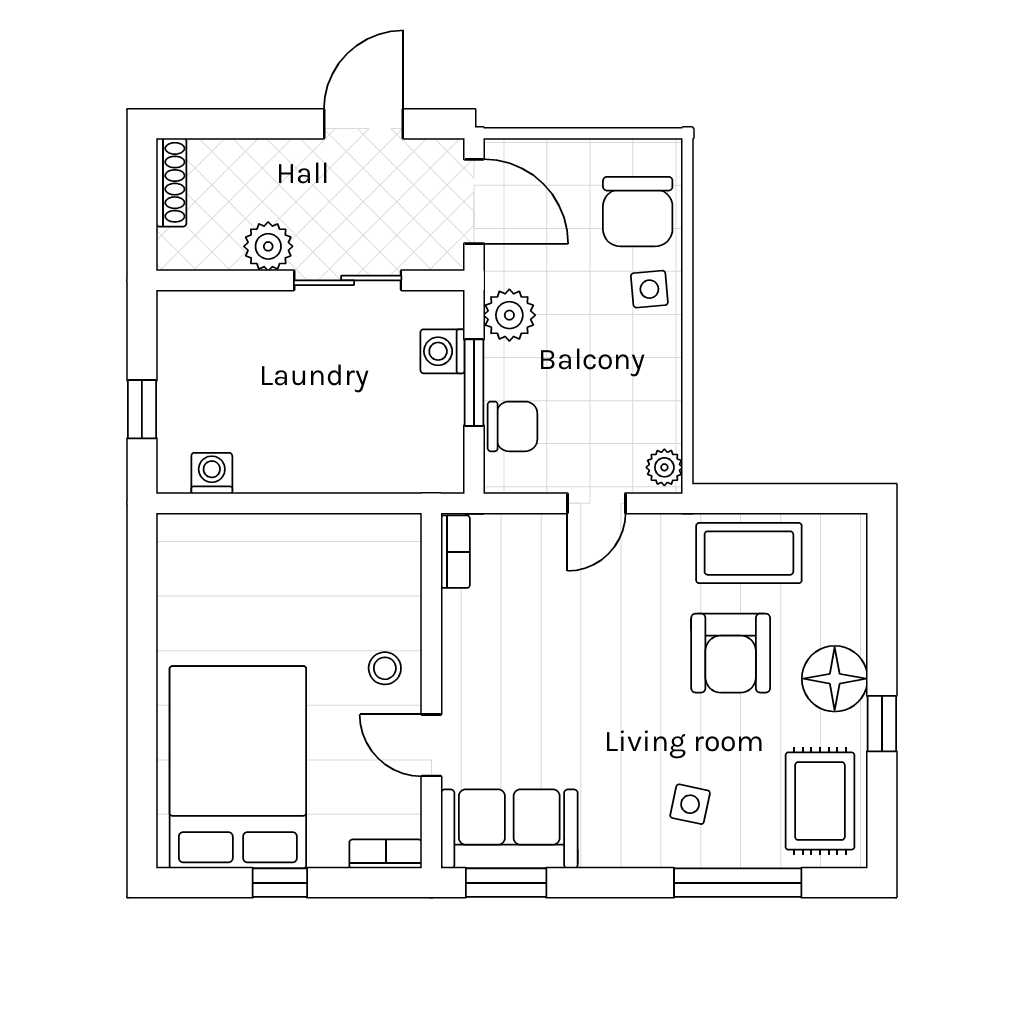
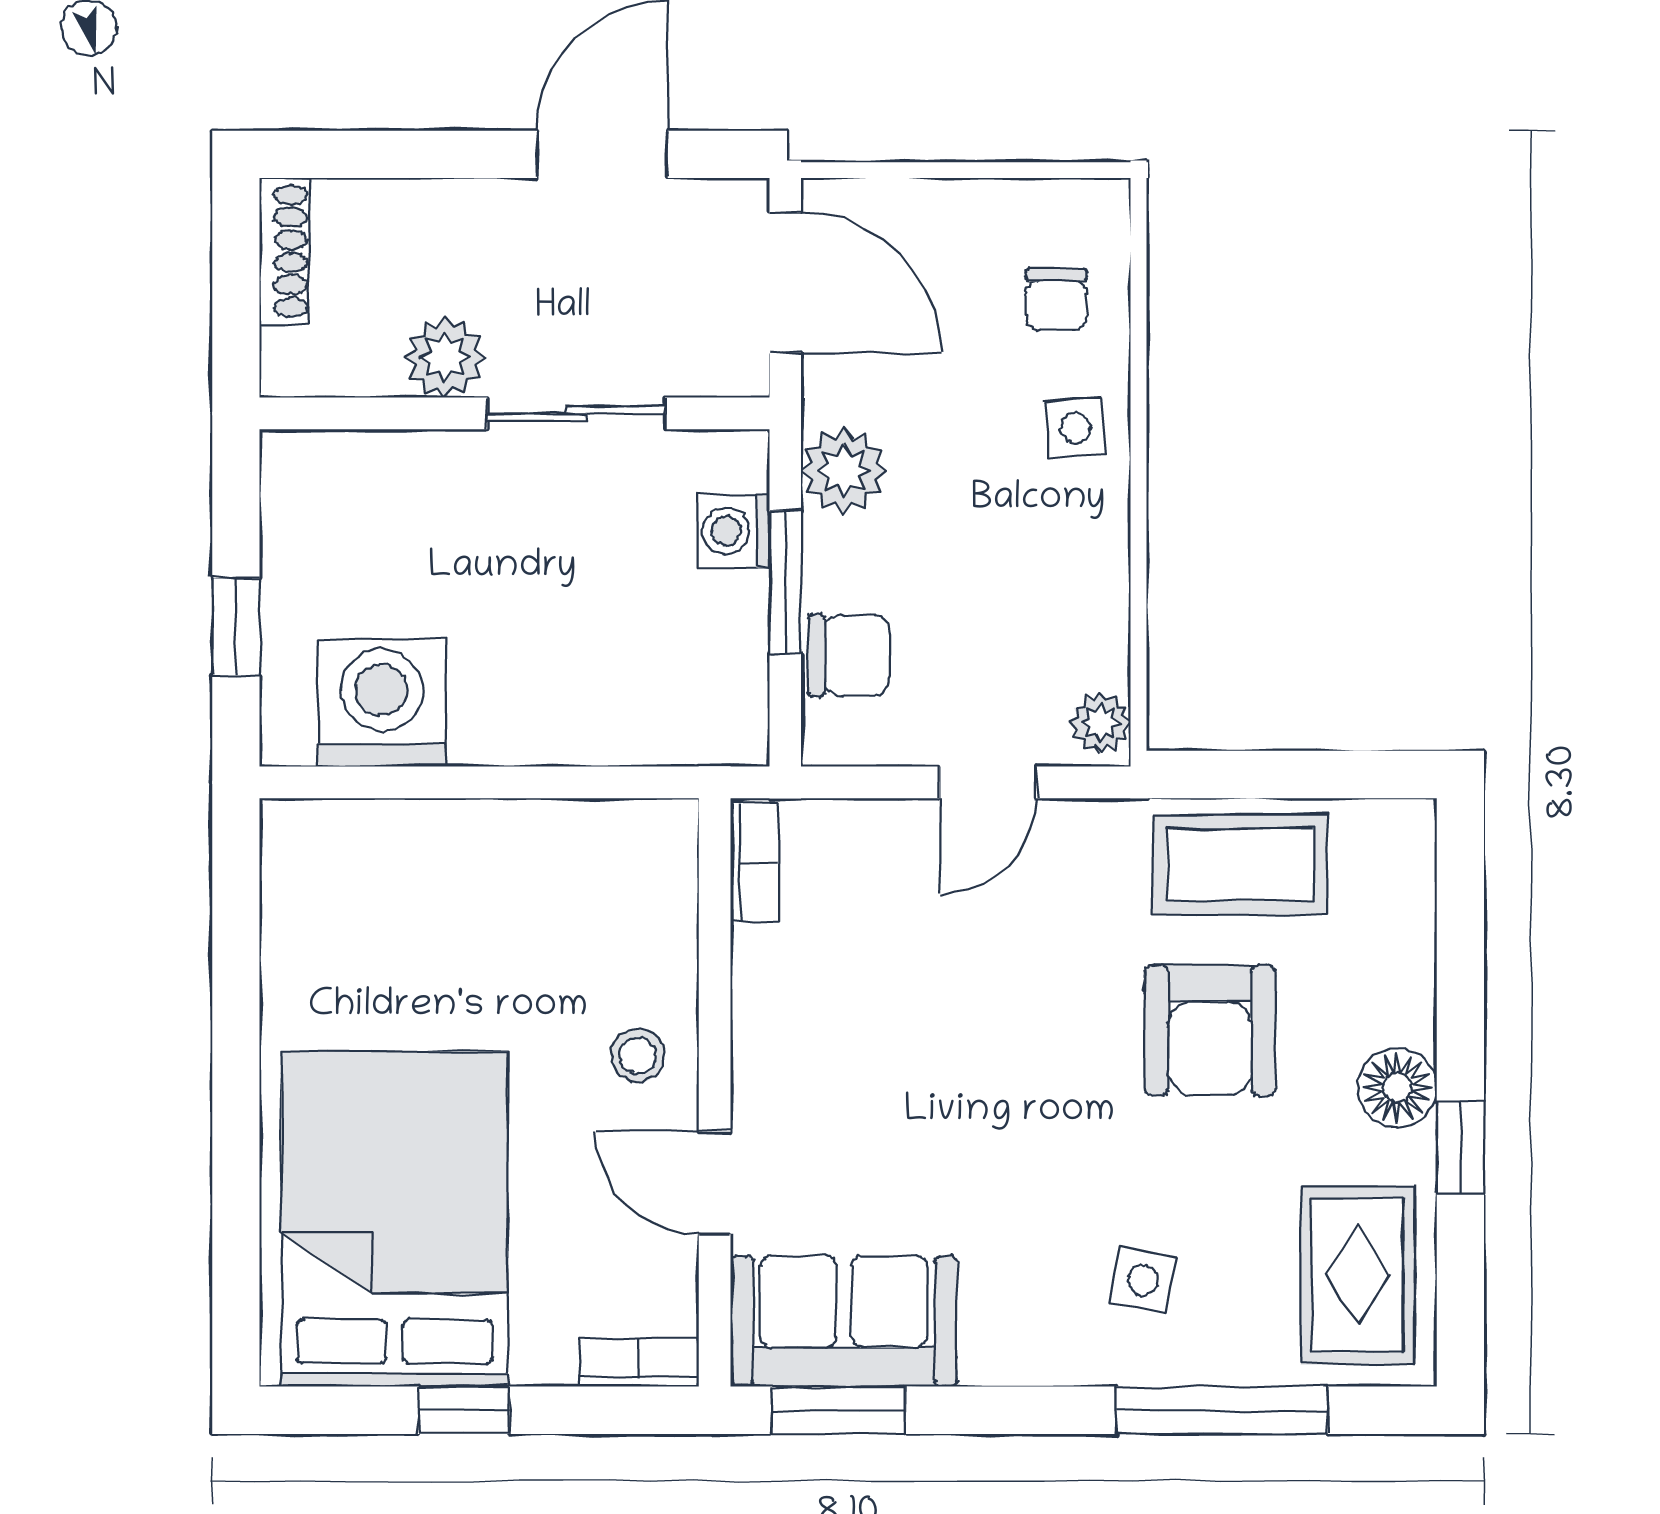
chair: (638, 212) -> (1056, 300), width x0.54, depth x0.54
washing machine: (212, 473) -> (381, 703), width x1.89, depth x1.89
floor lamp: (835, 679) -> (1397, 1088), width x0.73, depth x0.73

